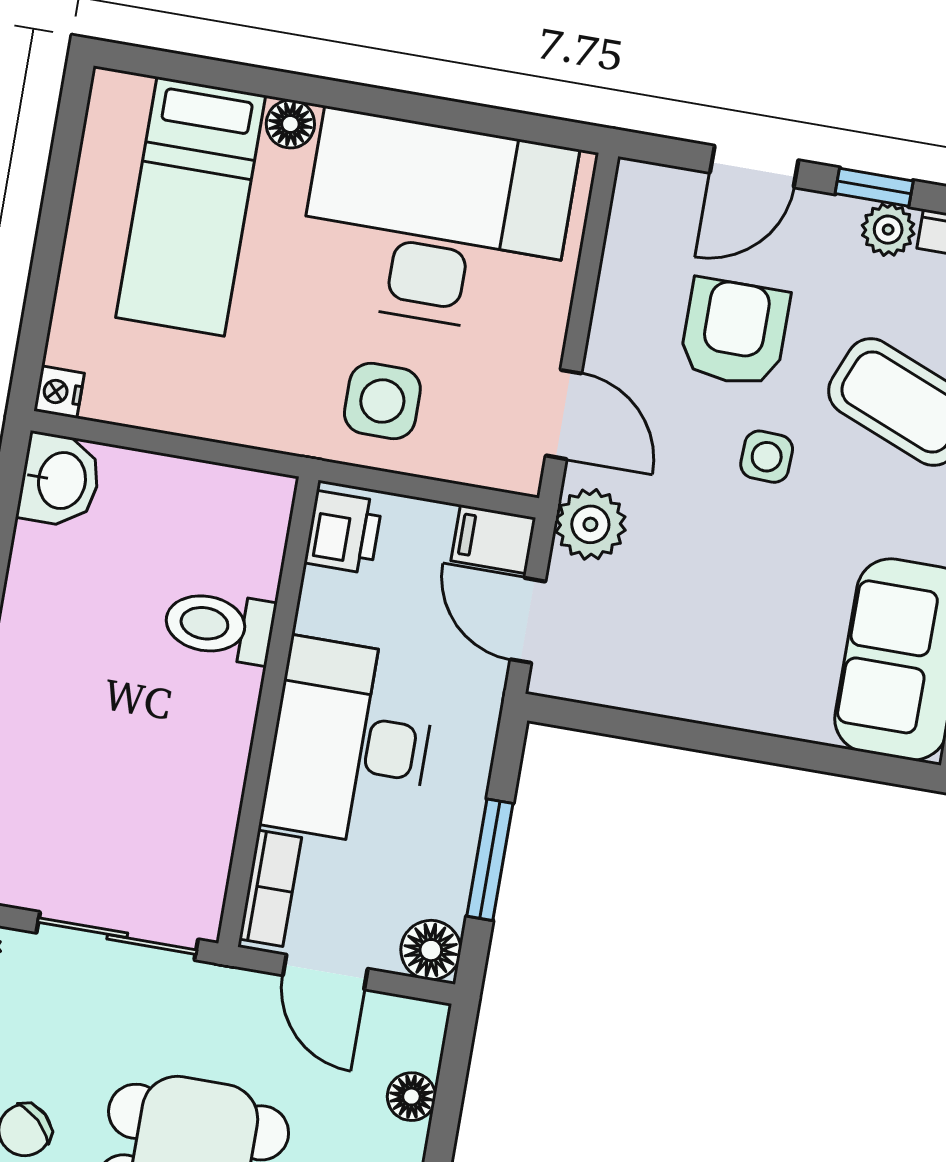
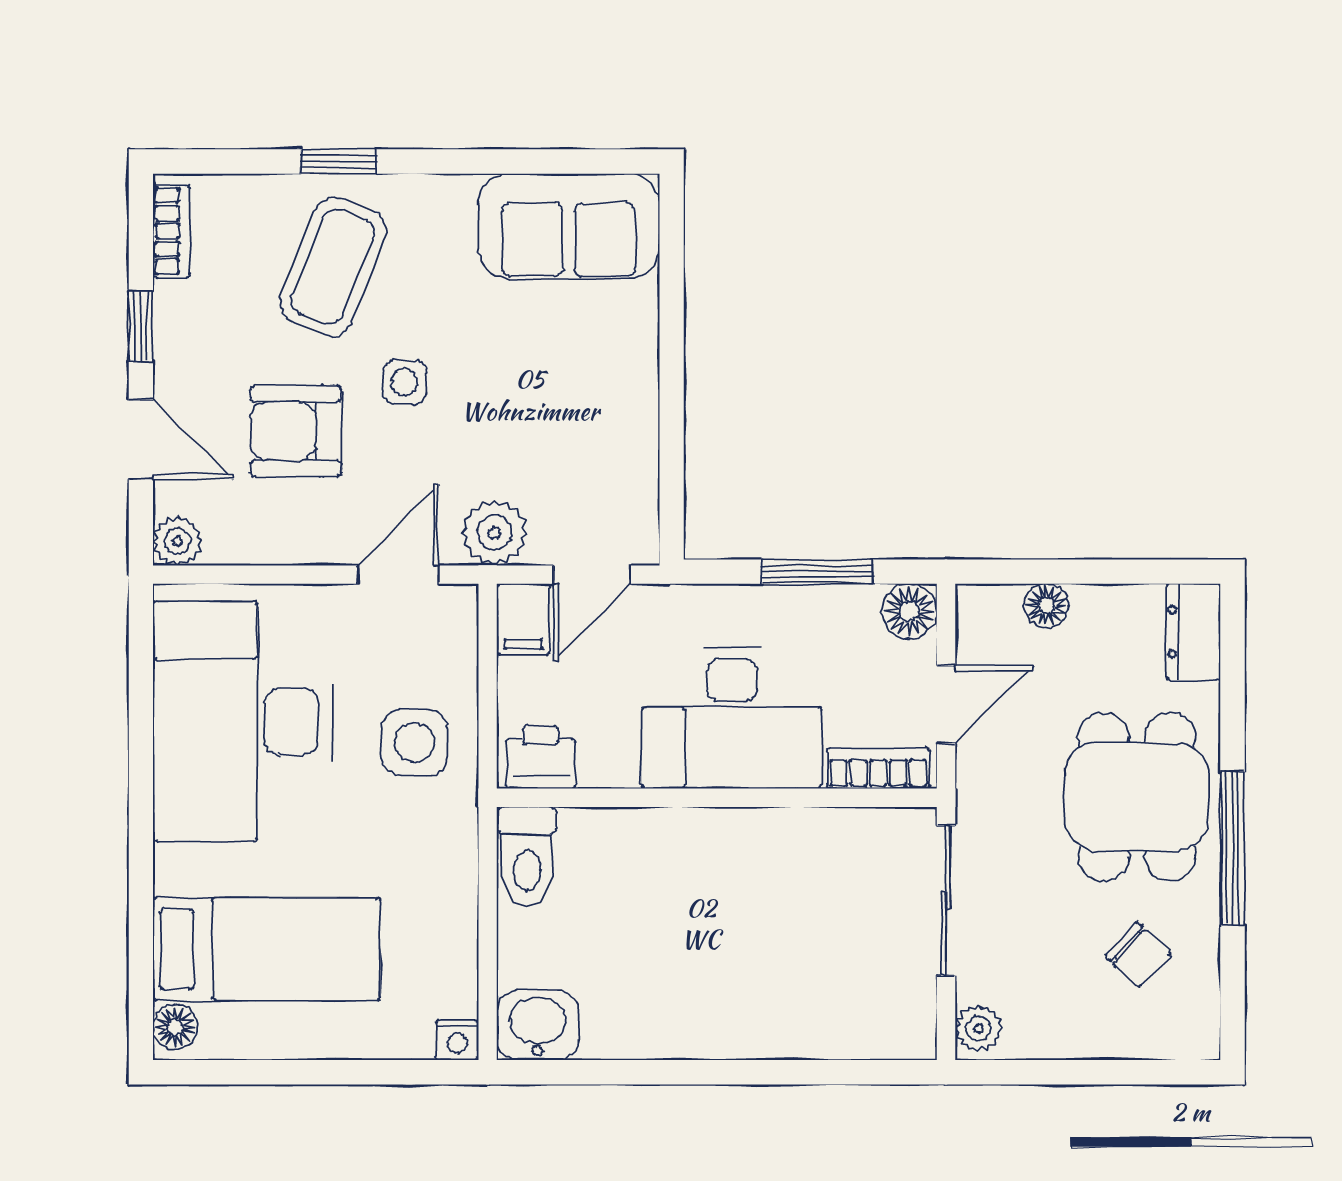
floor lamp: (290, 124) -> (175, 1027), moved
plant: (888, 230) -> (177, 541), moved
toilet: (219, 626) -> (527, 856), moved

